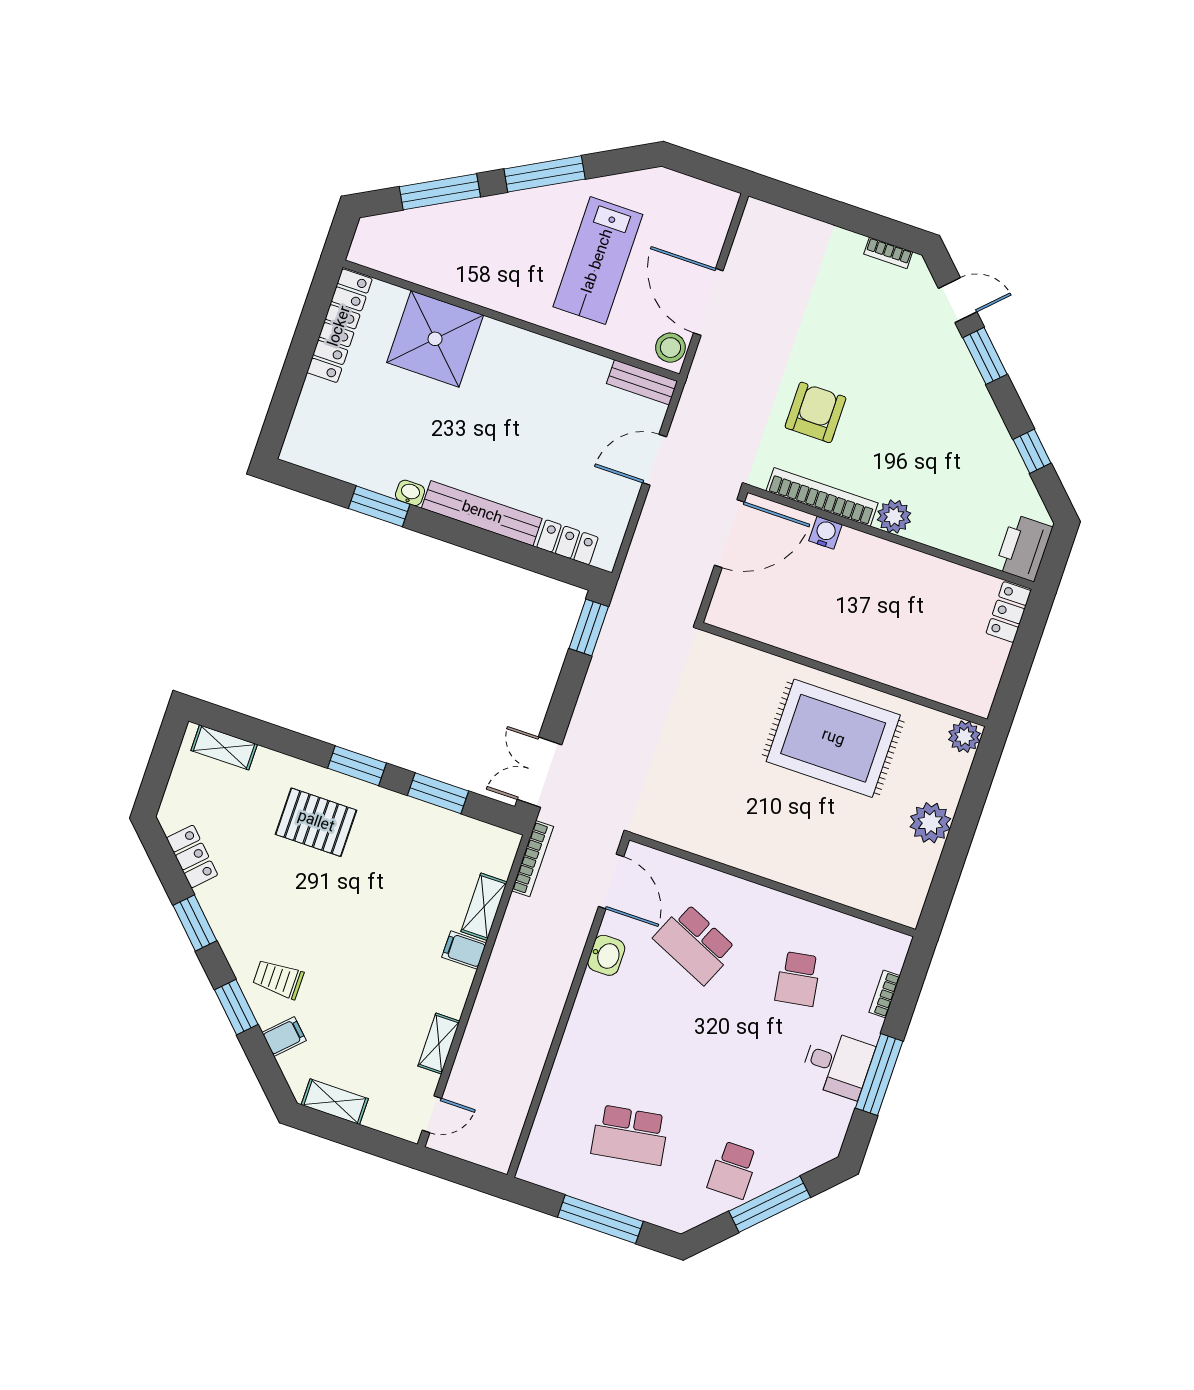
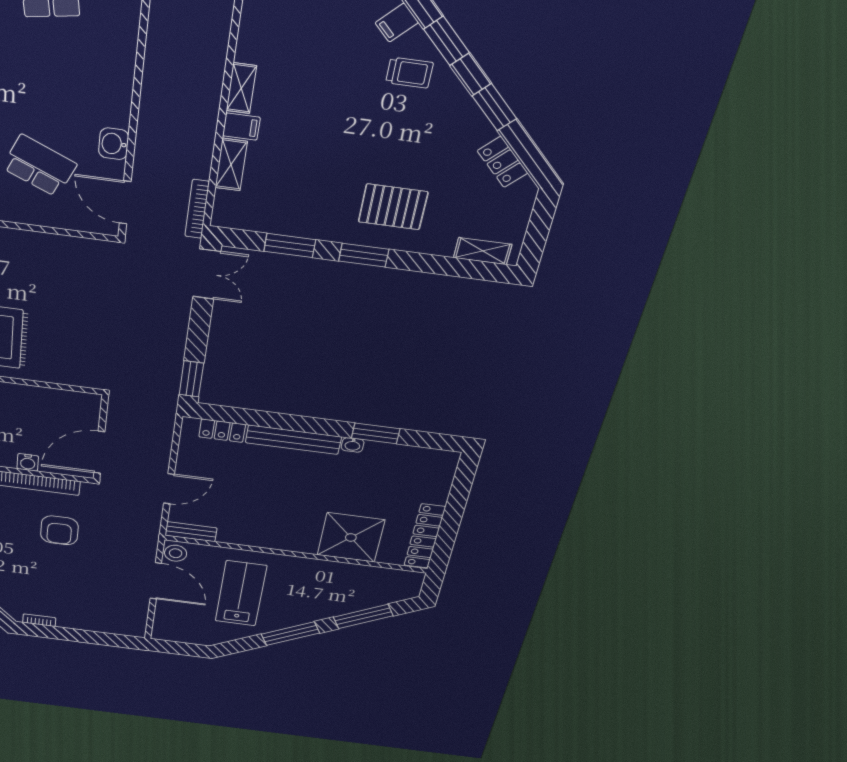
shelving: (439, 1044) -> (241, 88), moved

